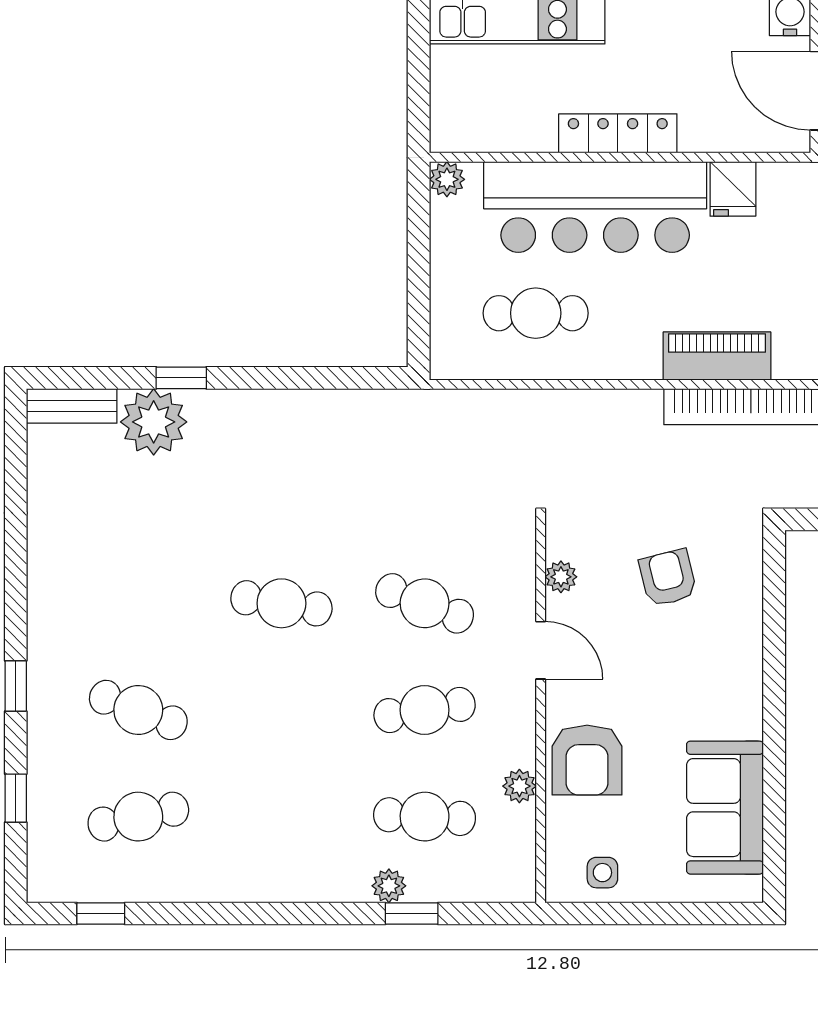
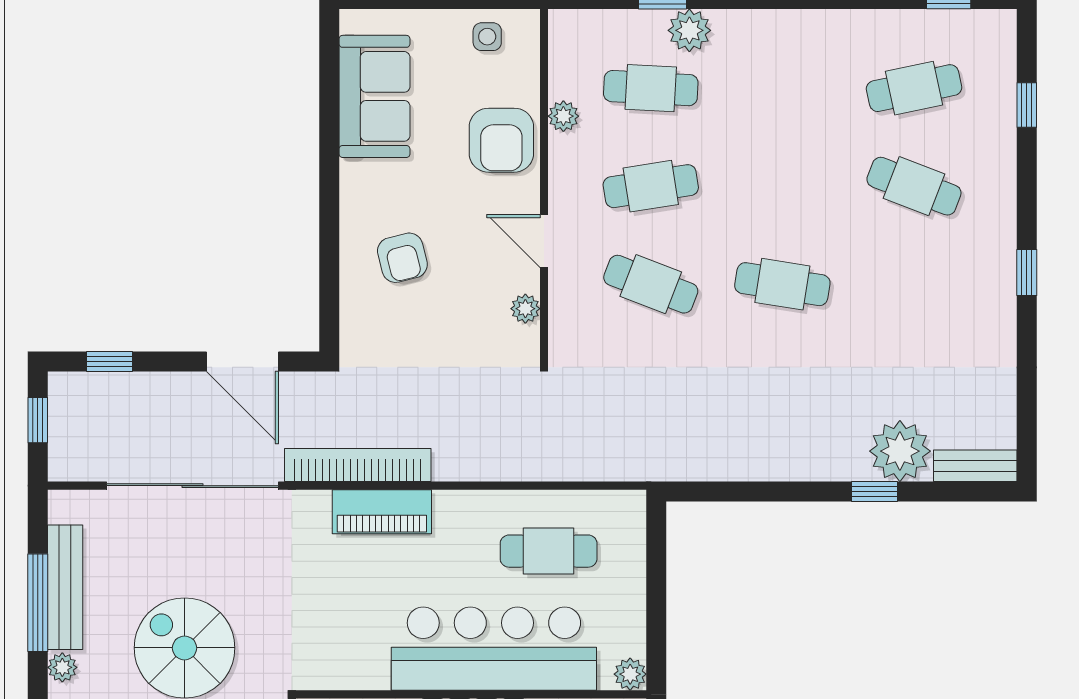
fridge: (733, 189) -> (367, 665), removed
armchair: (668, 578) -> (402, 258), moved
window: (16, 686) -> (1027, 272), moved
armchair: (587, 760) -> (501, 140), turned 180
plant: (389, 886) -> (689, 30), width x1.38, depth x1.38

